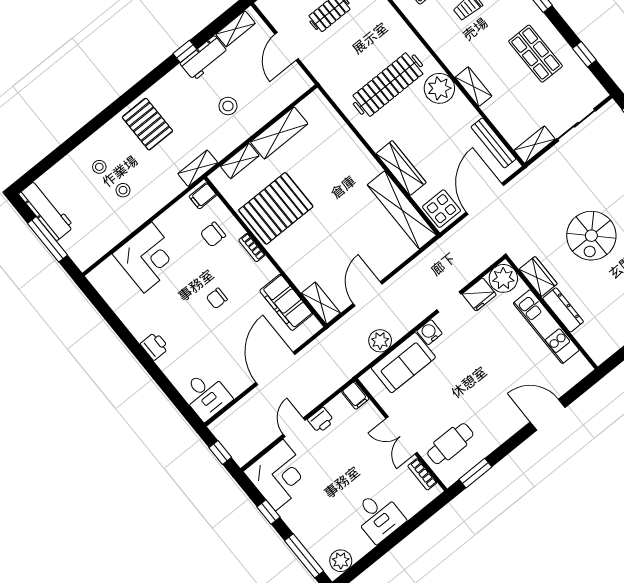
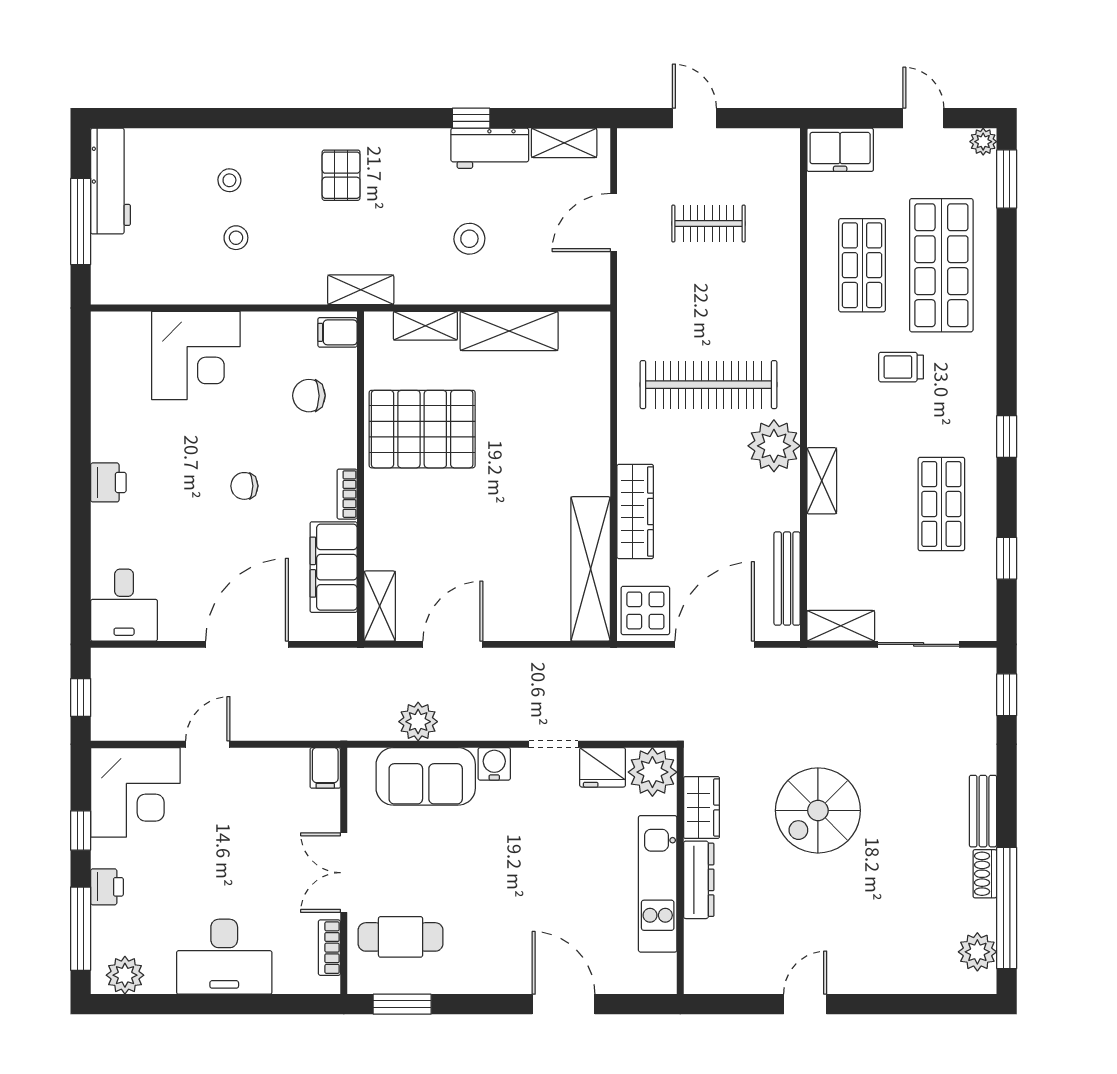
pallet: (147, 124) -> (341, 175), width x0.67, depth x0.71
bookcase: (252, 248) -> (347, 494), moved
printer: (321, 420) -> (107, 887), moved, turned -90
desk: (378, 516) -> (224, 957), width x1.37

